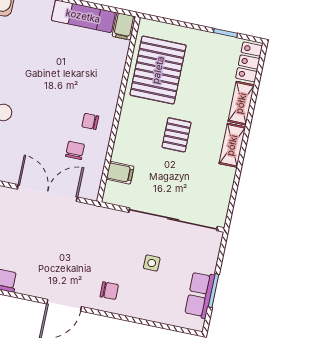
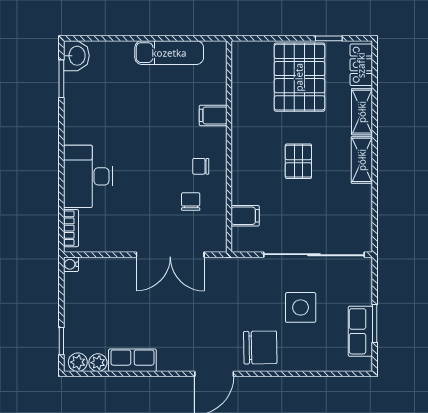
filing cabinet: (124, 26) -> (213, 115), moved, turned 90
pallet: (158, 70) -> (299, 77), moved
double door: (47, 193) -> (170, 255), swing flipped
side table: (152, 263) -> (301, 307), width x1.87, depth x1.87
chair: (109, 291) -> (260, 347), width x1.87, depth x1.87

